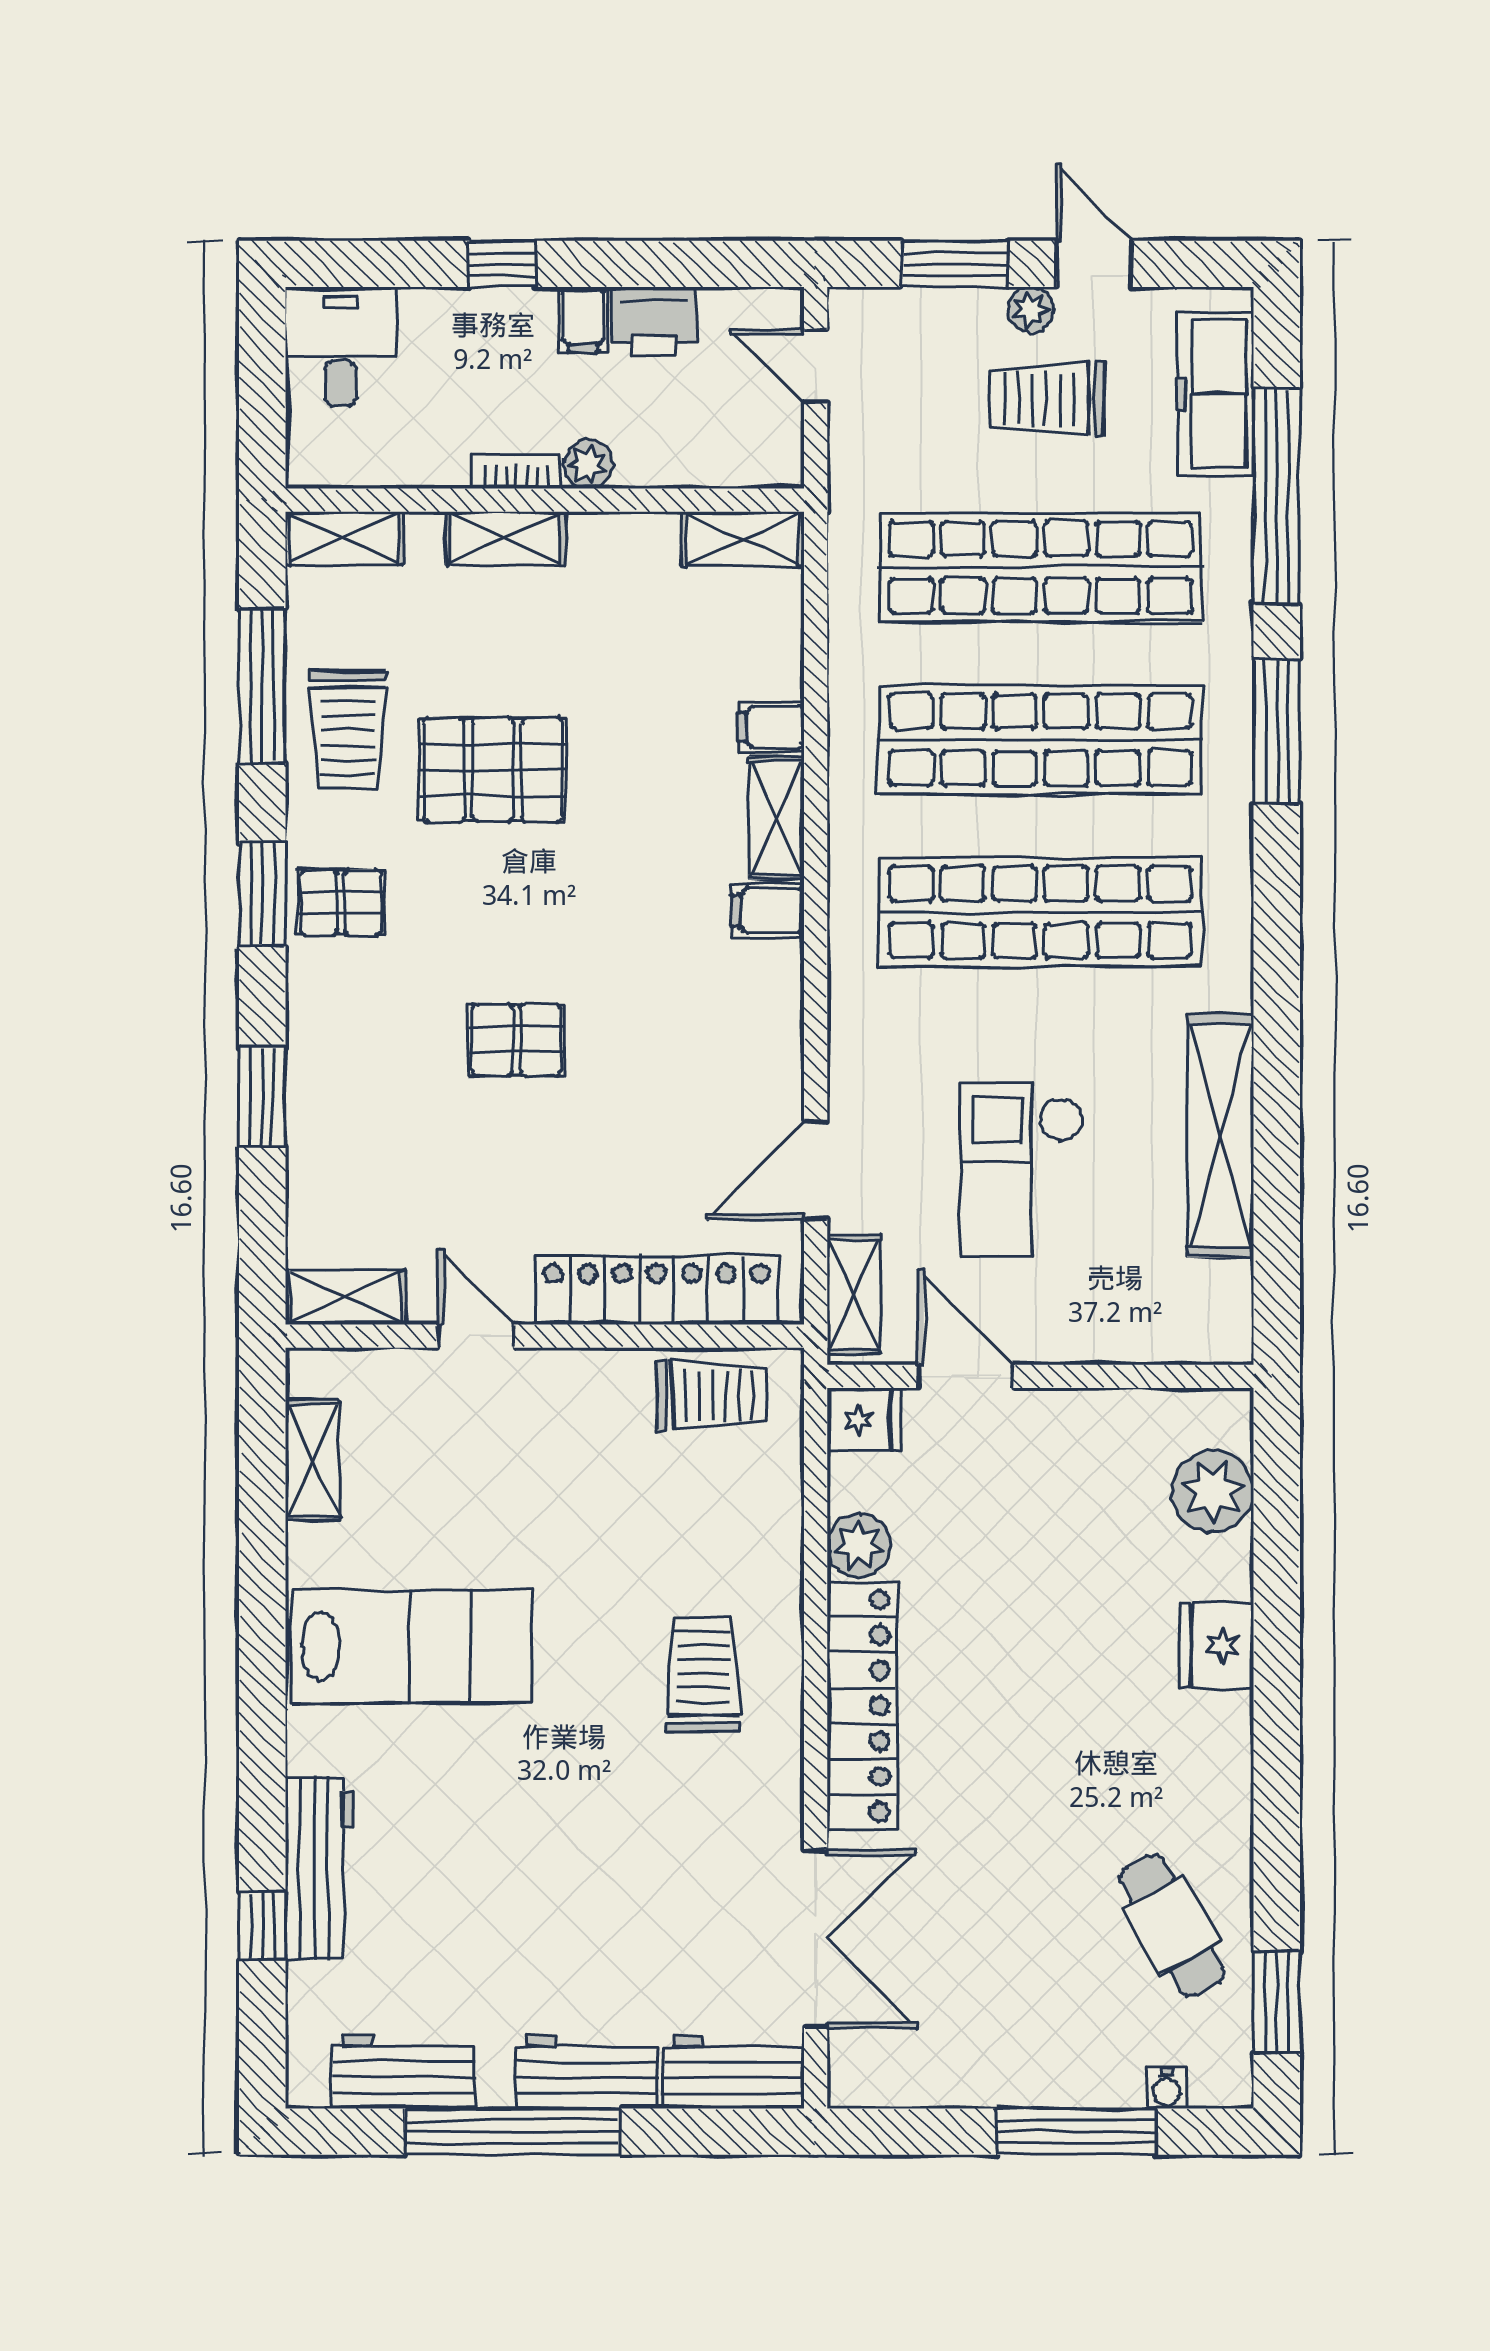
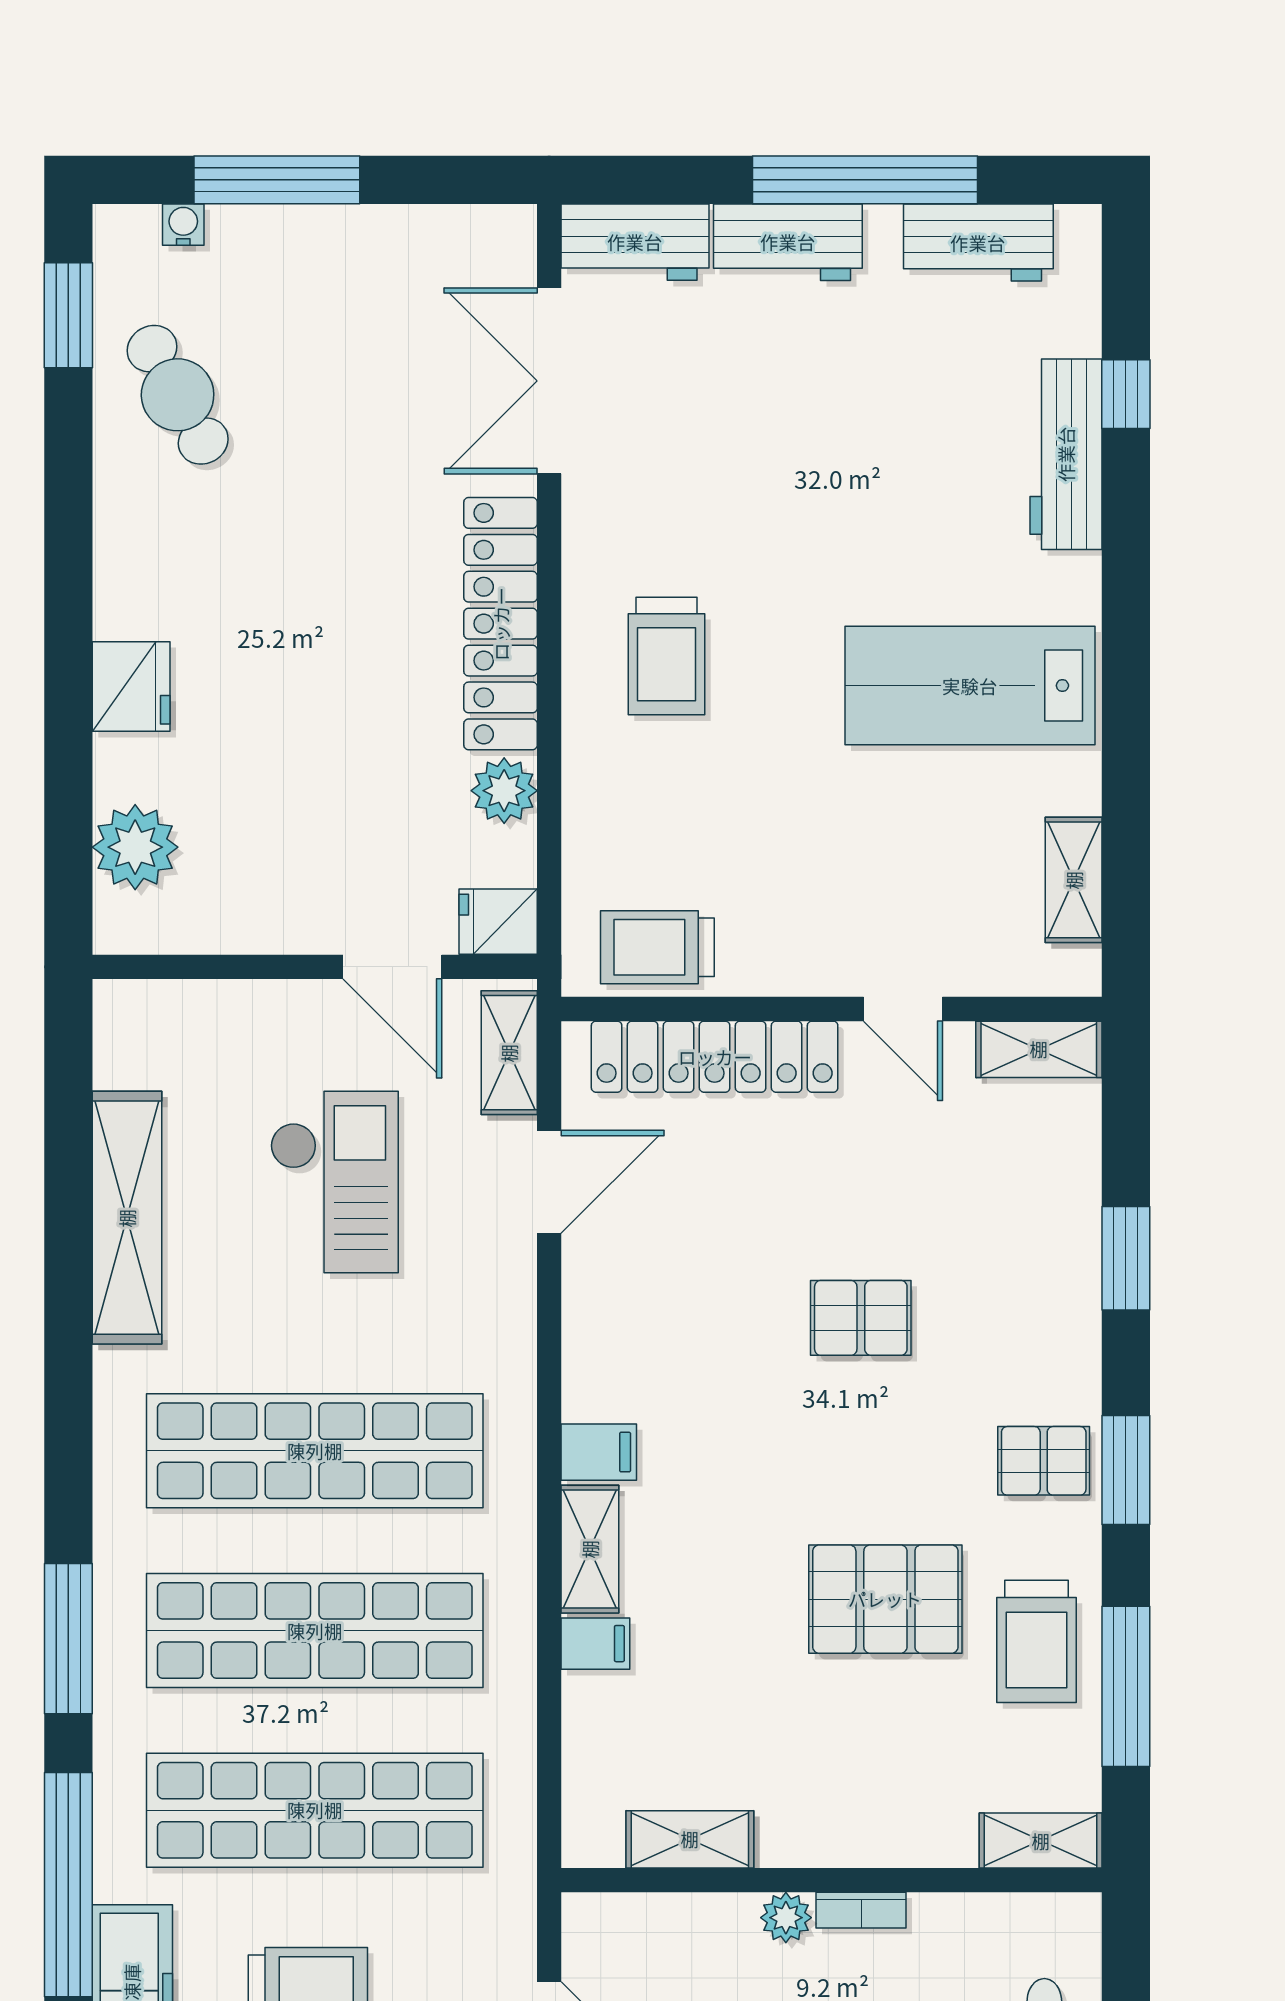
shelving: (506, 539) -> (872, 1840), removed
shelving: (743, 539) -> (690, 1839), moved
trolley: (348, 729) -> (1037, 1641), turned 180

